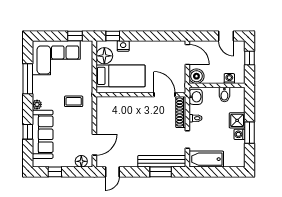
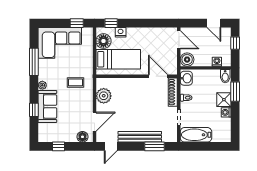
bidet: (224, 95) -> (225, 76), moved
plant: (105, 116) -> (104, 96), added
window: (249, 133) -> (235, 92), moved
sofa: (43, 134) -> (47, 106), width x0.73
bench: (162, 161) -> (140, 137), moved

